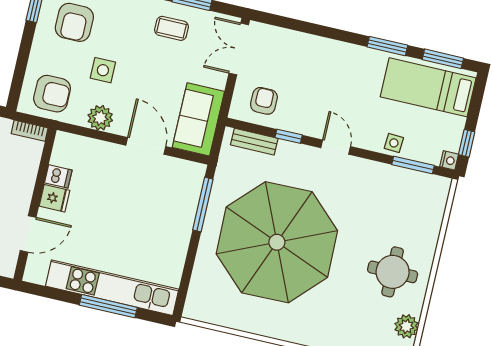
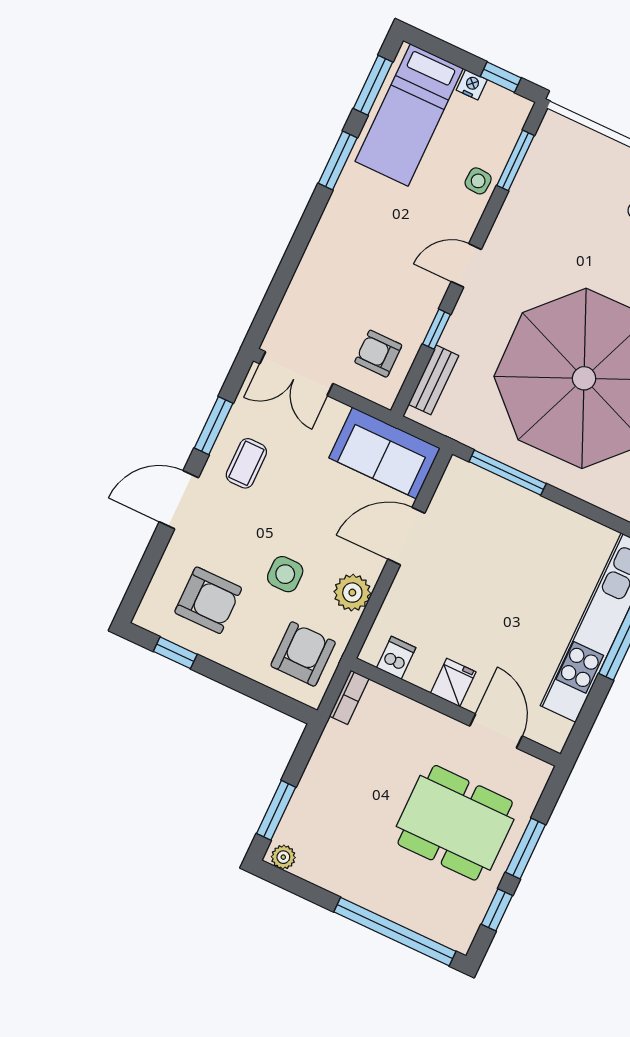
nightstand: (449, 160) -> (472, 85), moved
dishwasher: (58, 176) -> (396, 658), moved

